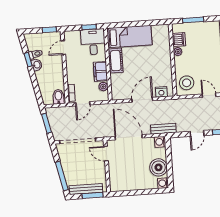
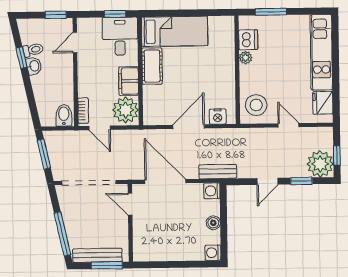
plant: (103, 87) -> (126, 110), width x1.88, depth x1.88
door: (83, 104) -> (100, 128), hinge flipped
boiler: (158, 167) -> (213, 223), width x0.54, depth x0.54

